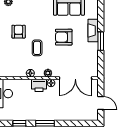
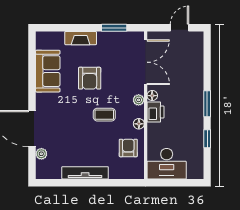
armchair: (19, 32) -> (128, 148), moved, turned 90
window: (101, 41) -> (114, 28), moved

